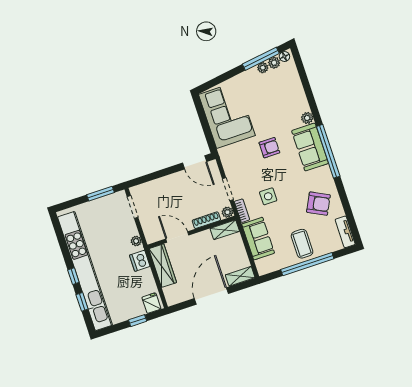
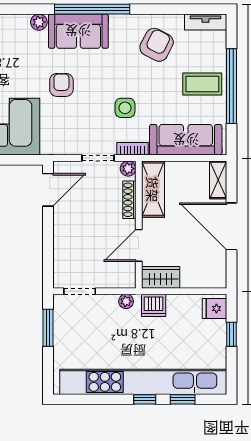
shelving: (225, 230) -> (153, 189), width x1.50, depth x1.33
sofa: (258, 239) -> (186, 140), width x1.36
wardrobe: (163, 266) -> (161, 277), width x0.67

